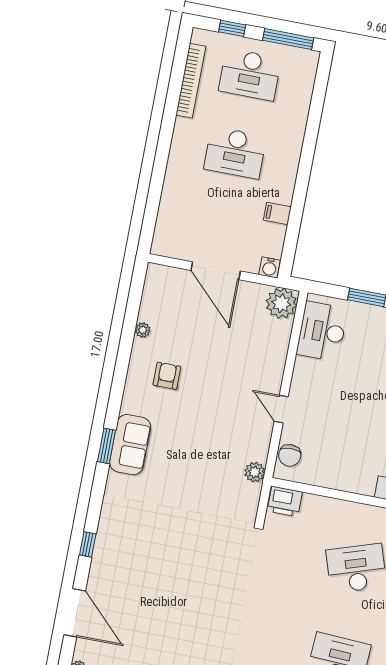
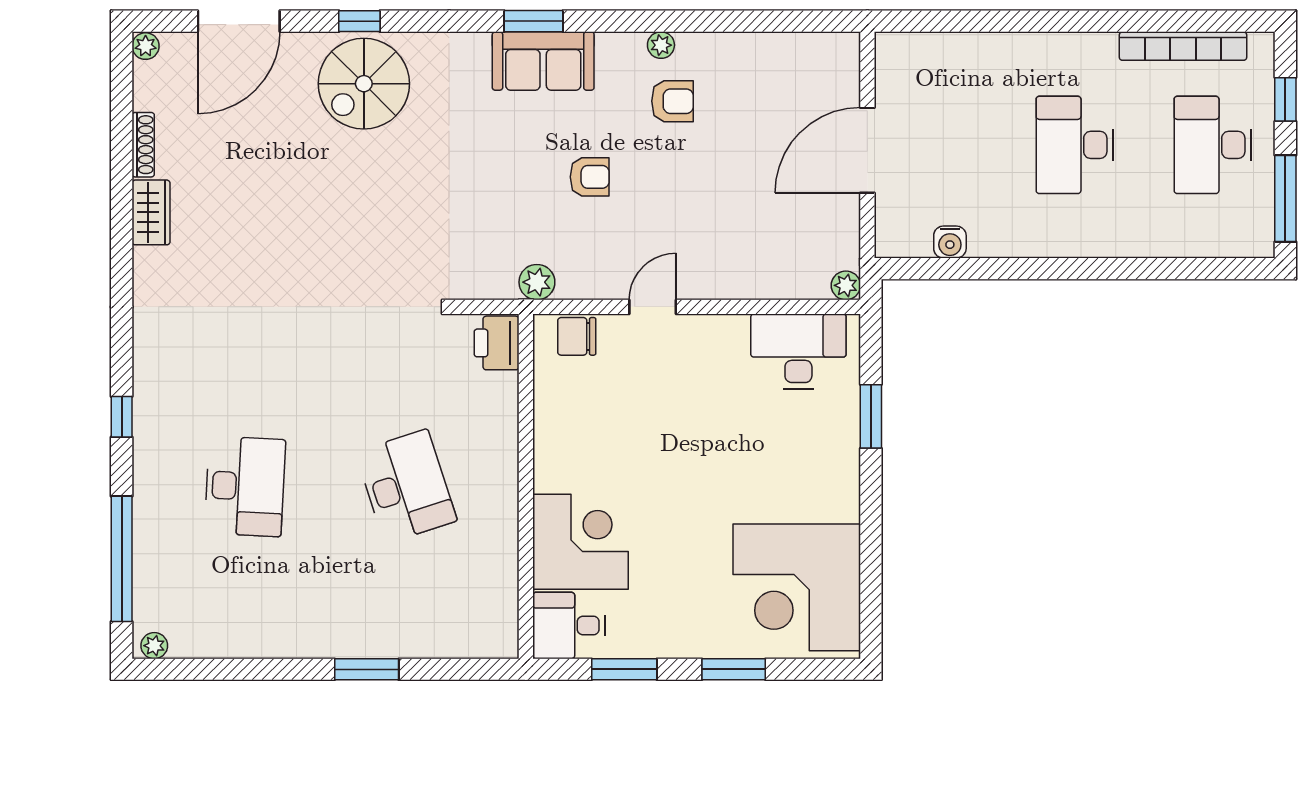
filing cabinet: (277, 213) -> (985, 237), removed
water cooler: (270, 267) -> (950, 242), moved, turned -90
plant: (281, 303) -> (846, 285), width x0.53, depth x0.53
plant: (143, 330) -> (661, 45), moved
armchair: (201, 431) -> (590, 177), added
spiral stairs: (124, 549) -> (364, 84), added

